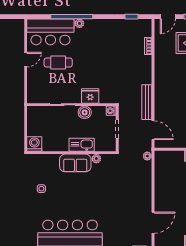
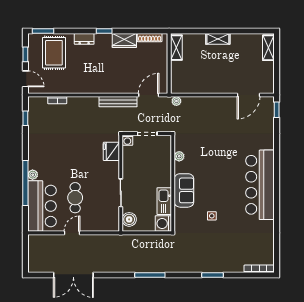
door: (26, 60) -> (72, 233), hinge flipped
fridge: (90, 96) -> (111, 151), moved
boiler: (85, 112) -> (129, 219), moved
kitchen sink: (82, 145) -> (164, 201), moved
sofa: (75, 163) -> (184, 190), moved
door: (153, 223) -> (249, 95), swing flipped

